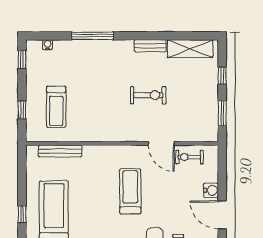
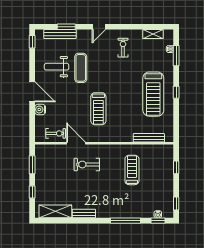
window: (47, 36) -> (158, 221), added
exercise bike: (148, 95) -> (87, 165), moved
treadmill: (56, 107) -> (132, 170), moved

